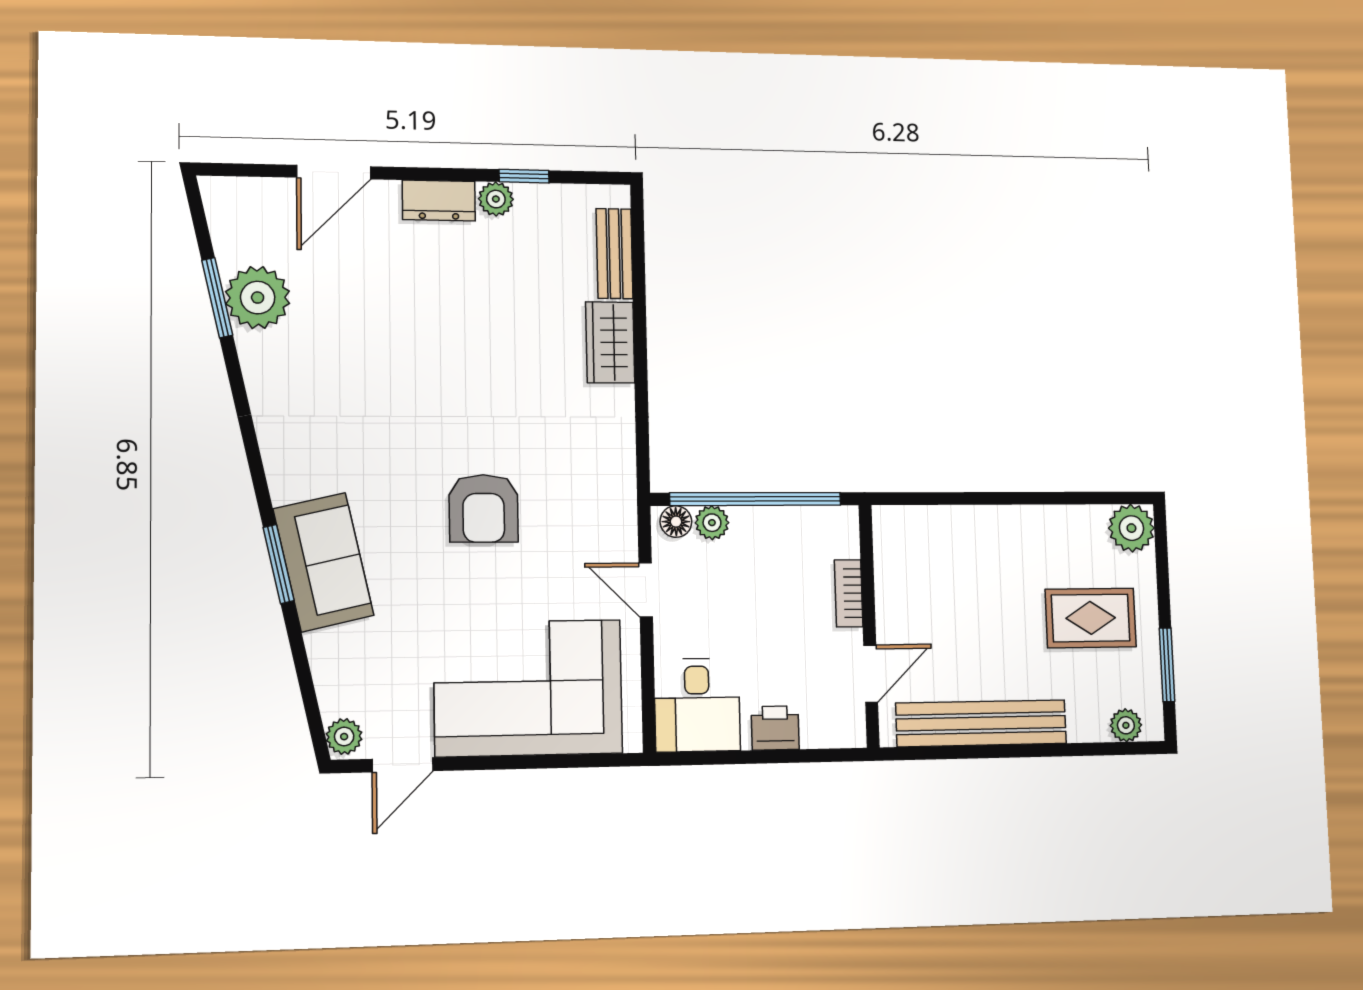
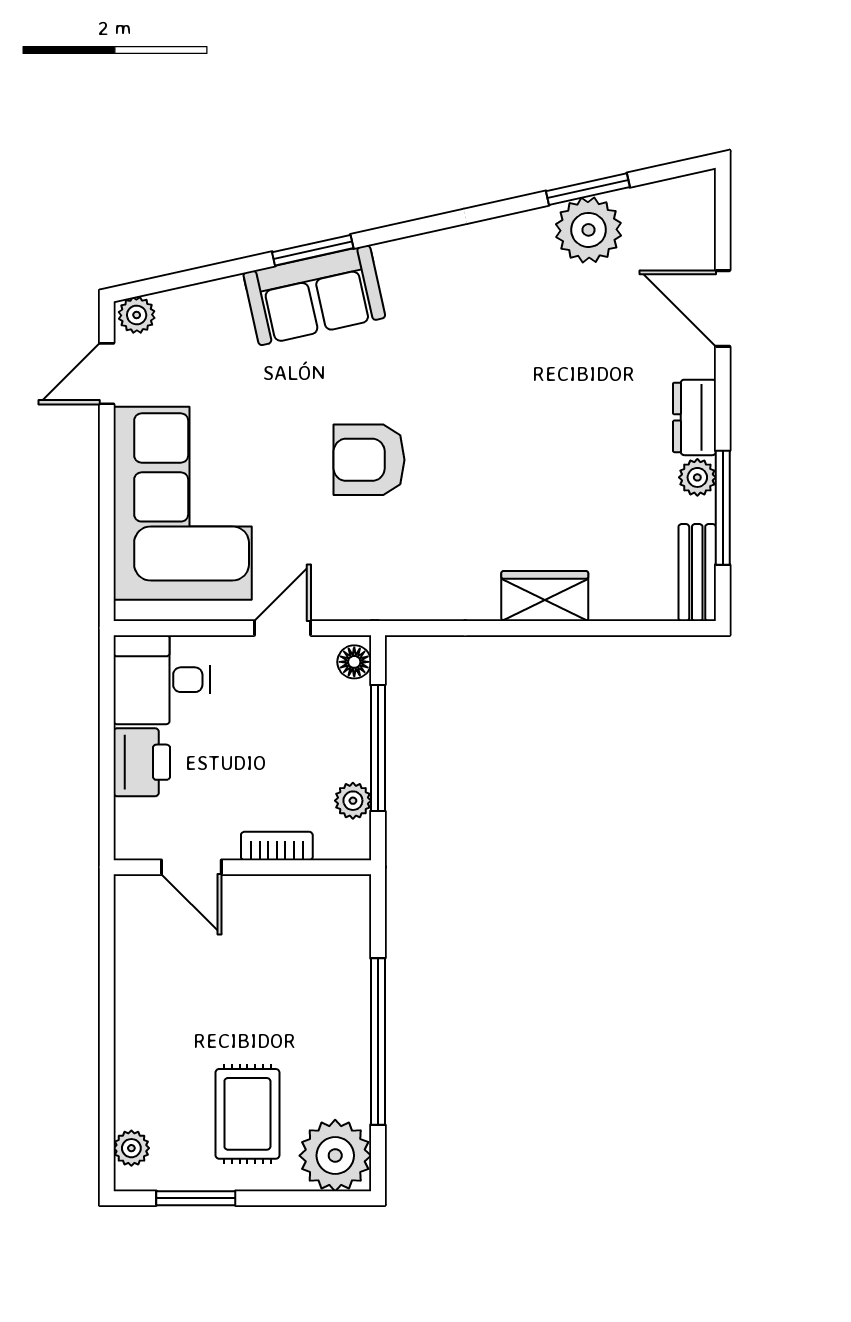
window: (524, 176) -> (723, 508), width x2.17
bench: (614, 254) -> (697, 573), moved, turned 90
window: (1021, 498) -> (378, 1042), added
window: (756, 499) -> (378, 748), width x0.68
plant: (712, 523) -> (353, 801), moved
plant: (1131, 528) -> (335, 1156), width x1.36, depth x1.36
bench: (981, 723) -> (137, 987), removed
printer: (775, 728) -> (142, 762), width x1.36, depth x1.24
door: (403, 765) -> (107, 374), hinge flipped

